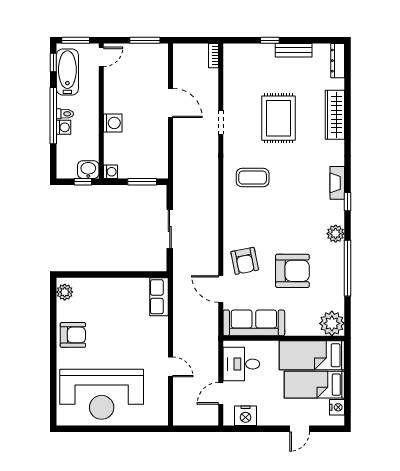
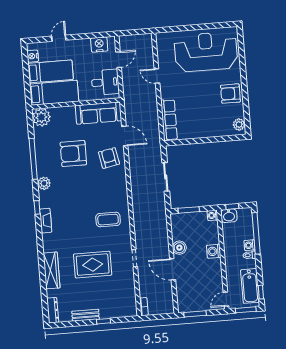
window: (53, 116) -> (256, 233), moved
rug: (278, 118) -> (93, 265), turned 90
boiler: (159, 132) -> (179, 248), added
row of seats: (159, 297) -> (169, 120), width x1.48

